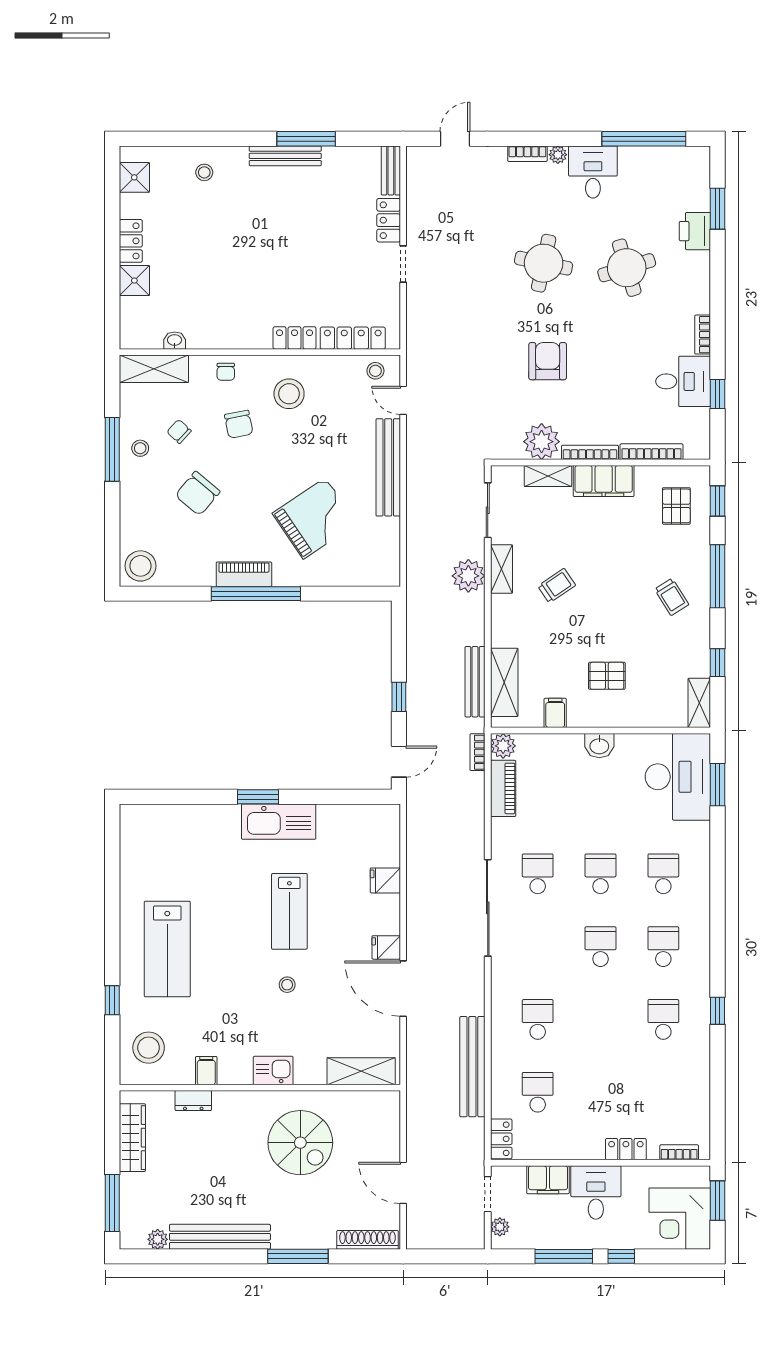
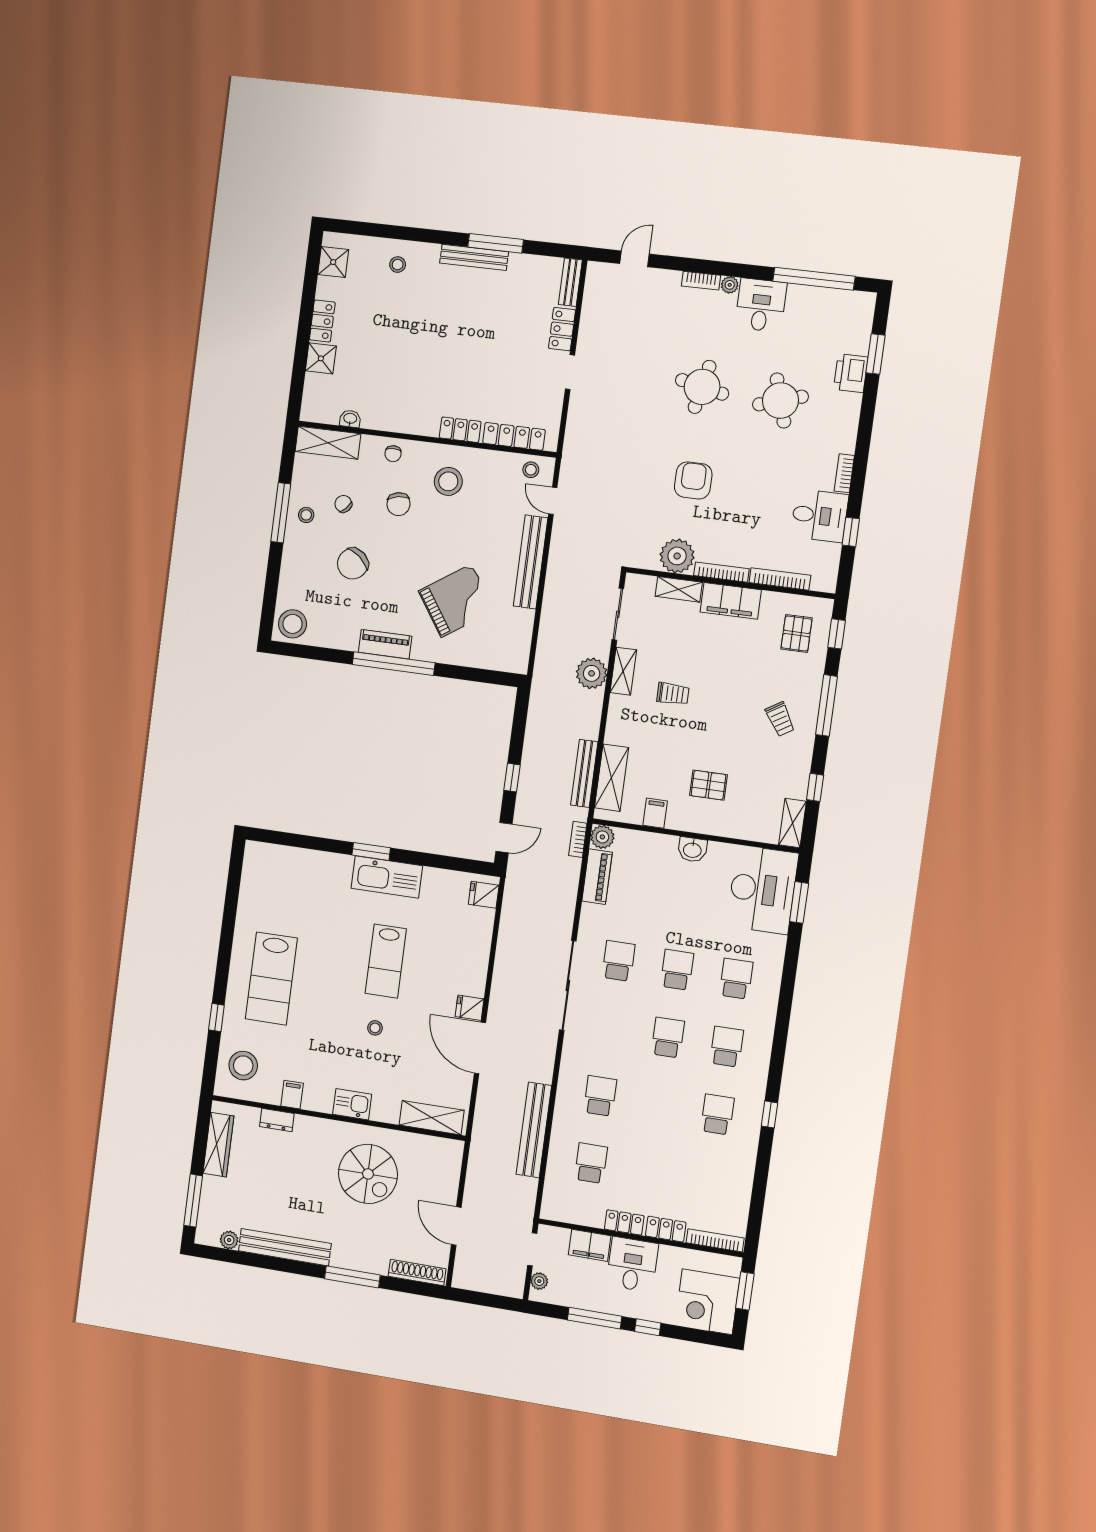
trolley: (557, 586) -> (673, 694), turned 34
fridge: (385, 880) -> (484, 895), moved
locker: (501, 1139) -> (624, 1222), moved, turned -90
bookcase: (679, 1152) -> (715, 1240), width x1.56

